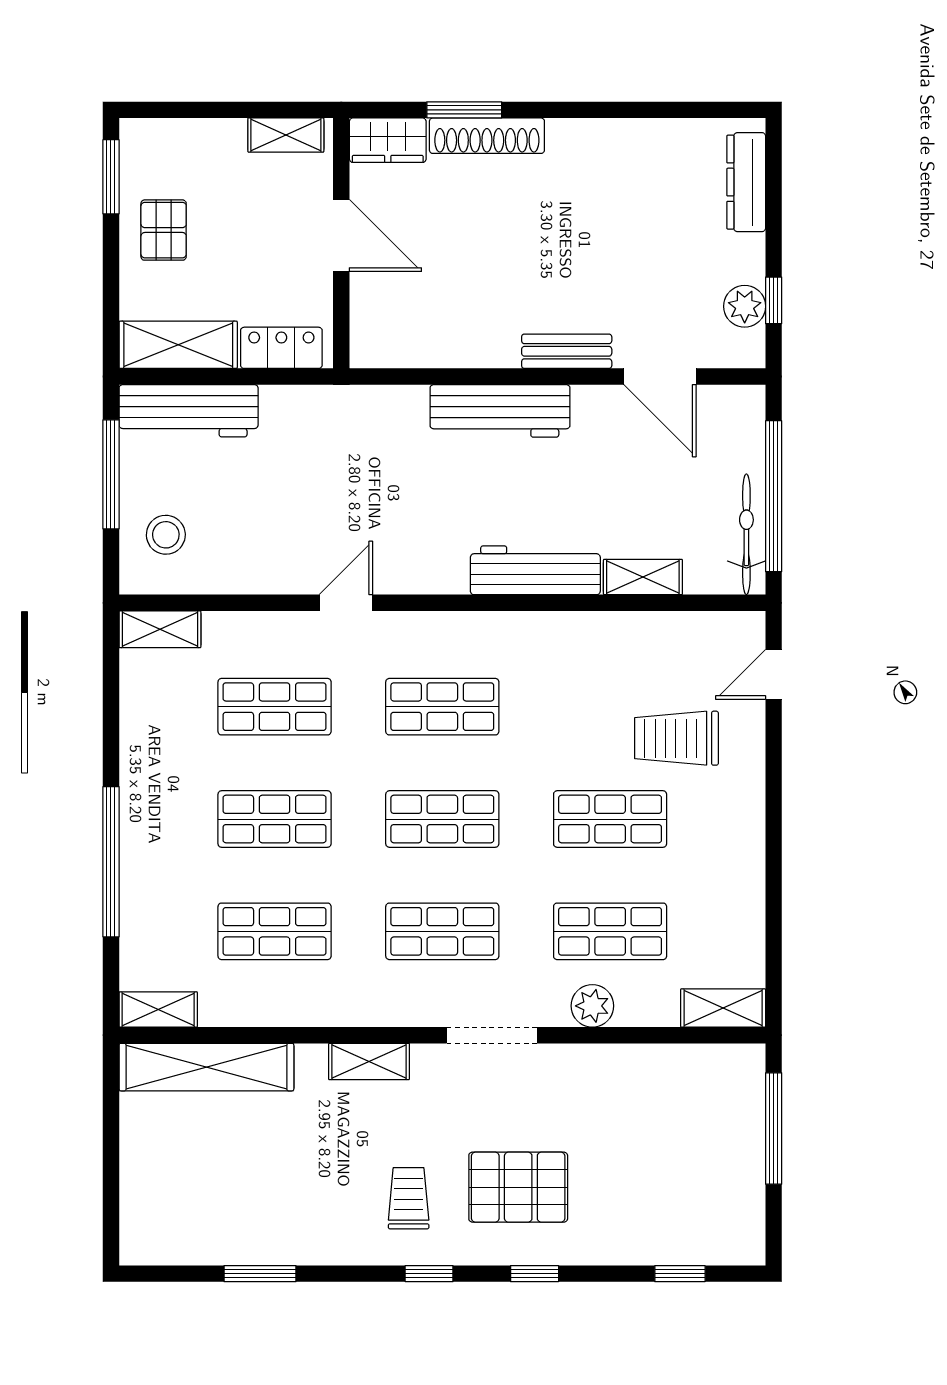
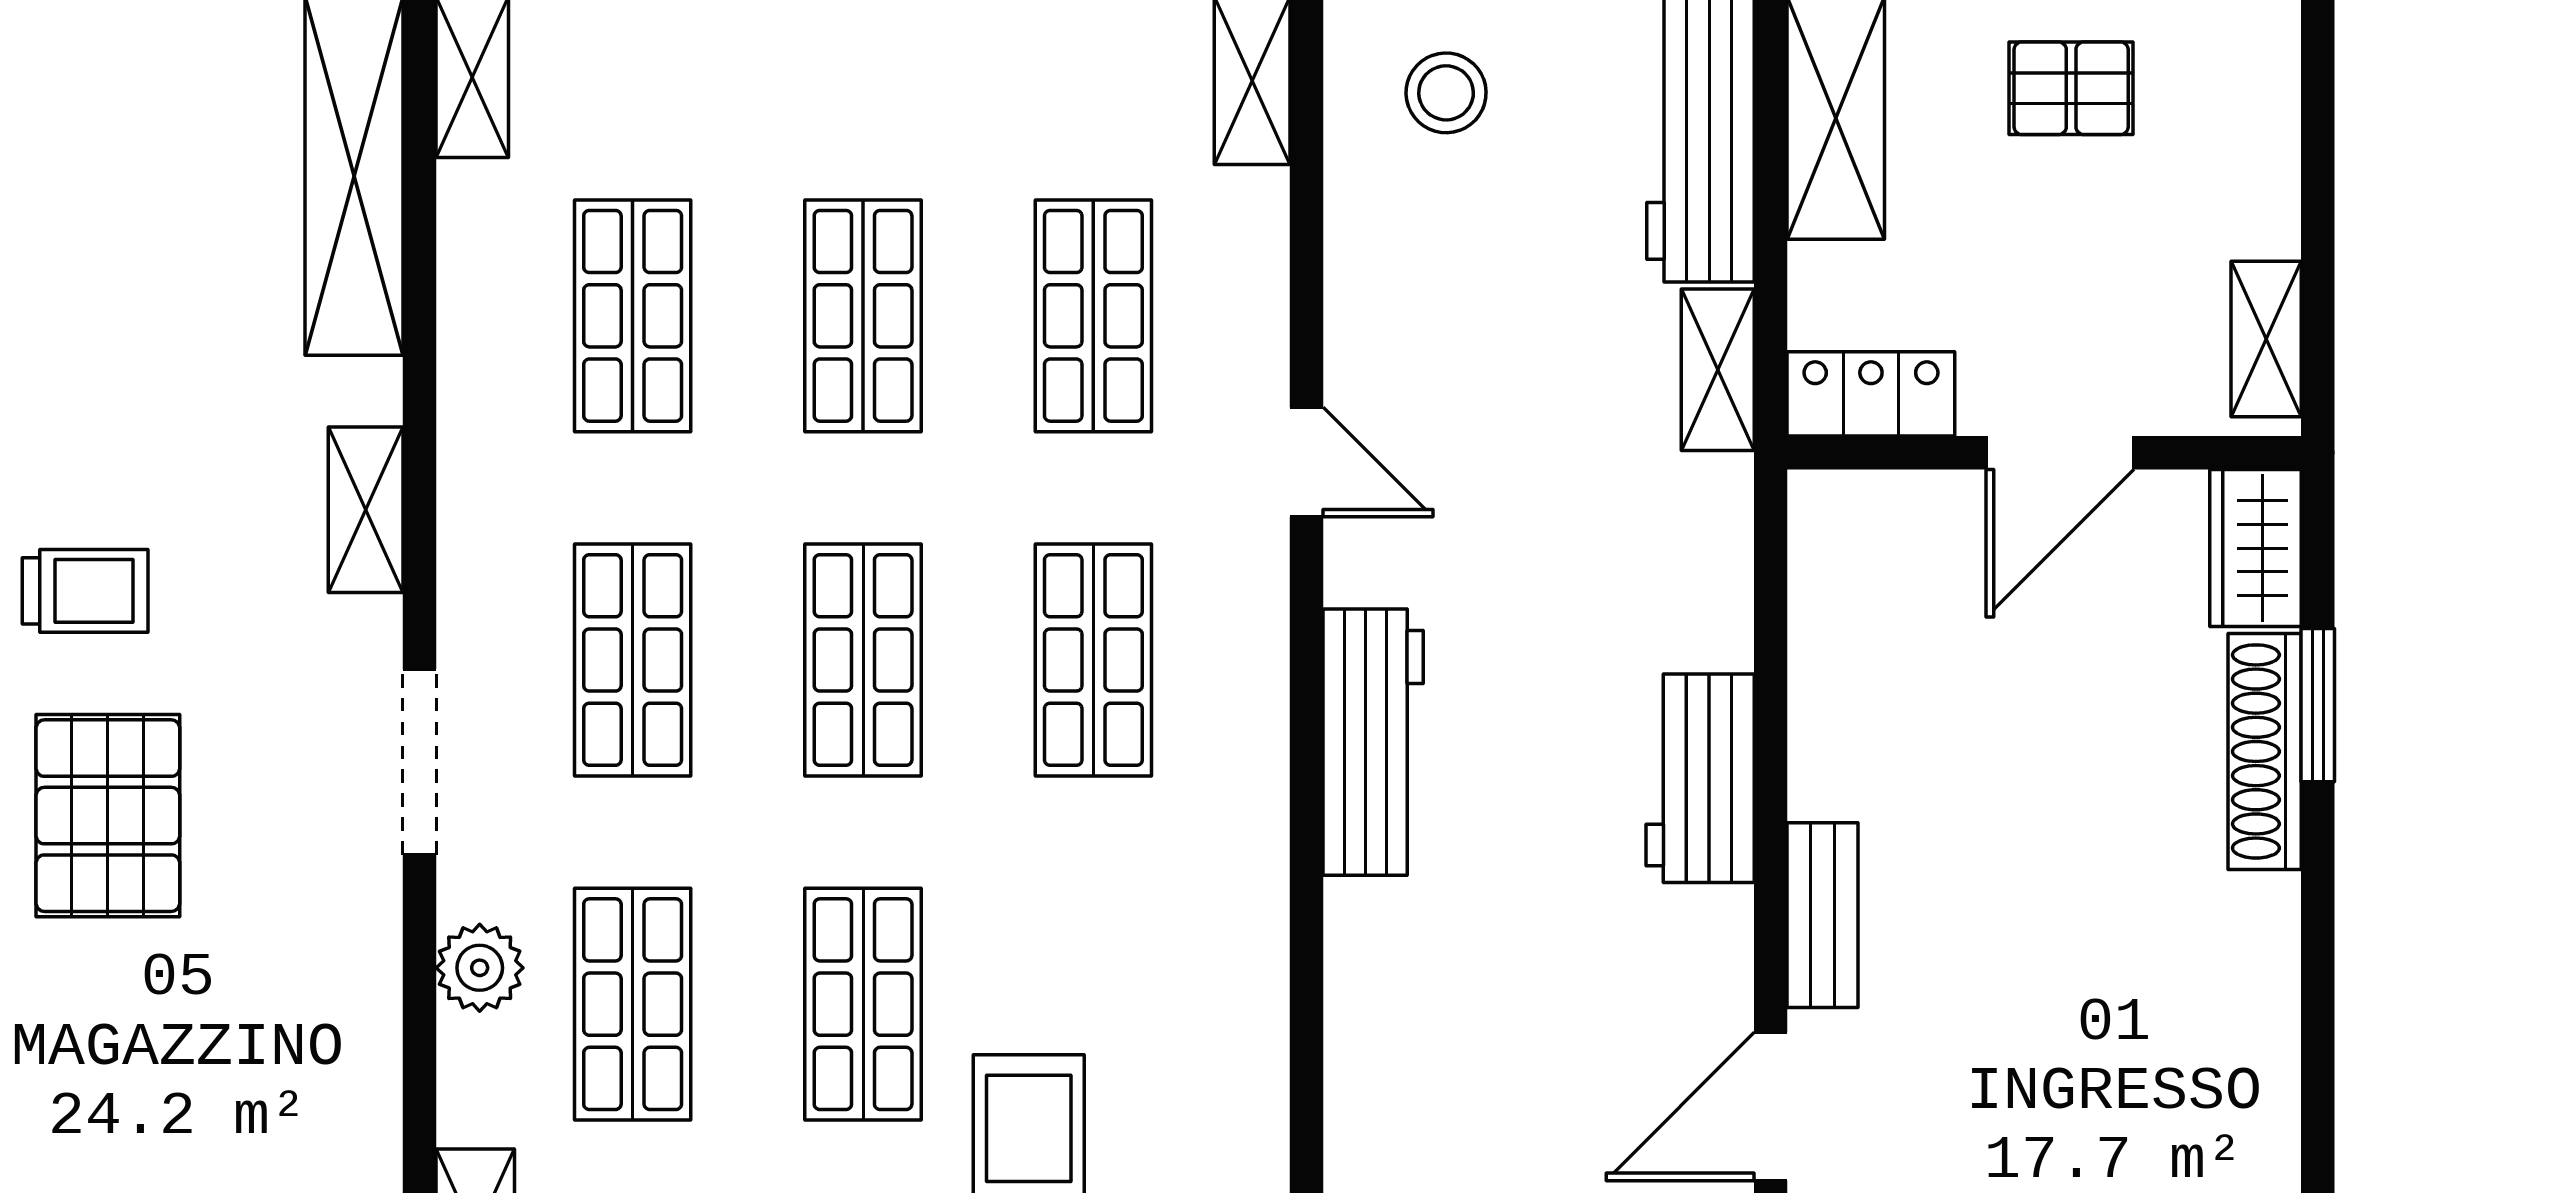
locker: (281, 348) -> (1871, 394), moved, turned -90
workbench: (500, 411) -> (1700, 778), width x0.73
workbench: (535, 570) -> (1373, 742), moved
shelving: (643, 577) -> (1718, 370), moved

